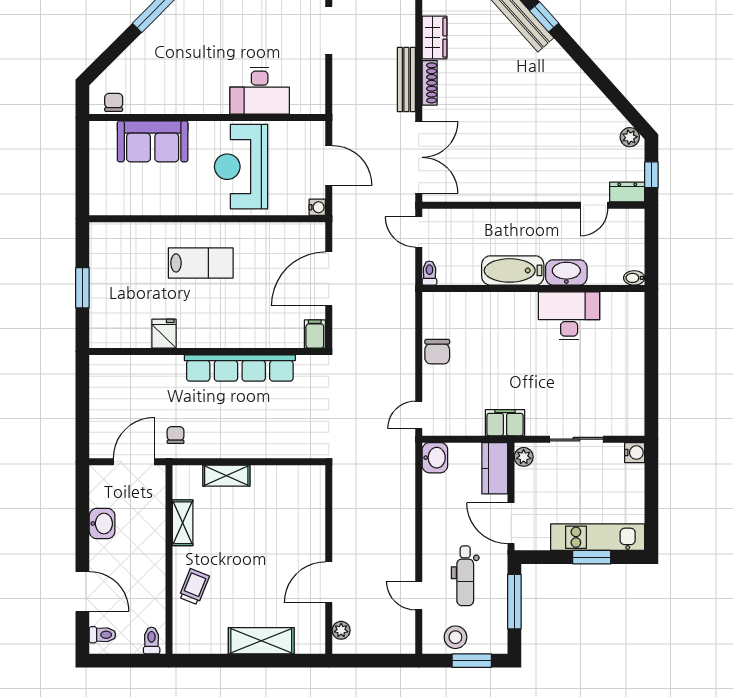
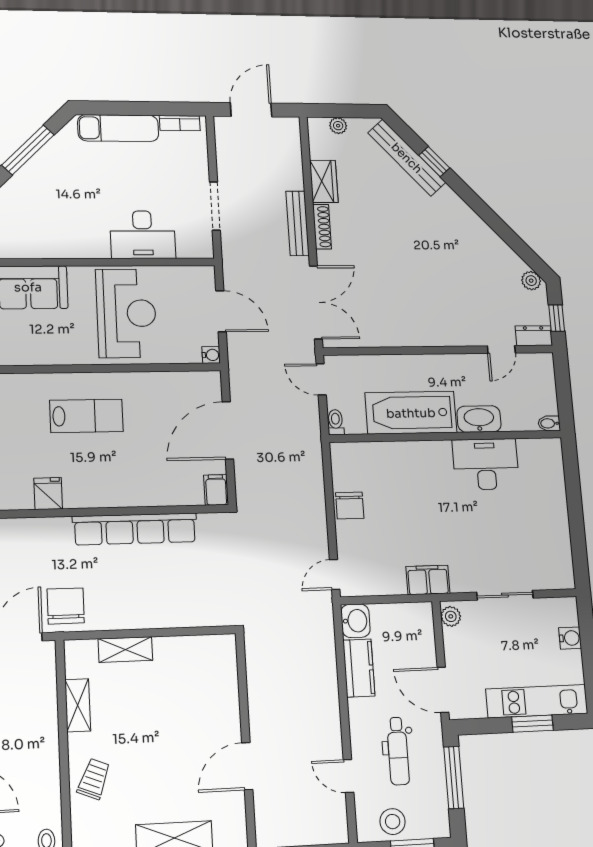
doorway: (329, 30) -> (215, 206), moved
reception desk: (241, 167) -> (126, 313), turned 180
bathtub: (513, 270) -> (411, 413), width x1.36, depth x1.36
chair: (176, 435) -> (66, 606), width x1.87, depth x1.87
water cooler: (635, 453) -> (570, 638), moved
kitchen counter: (495, 468) -> (359, 668), moved, turned 180
plant: (341, 630) -> (264, 821), removed

